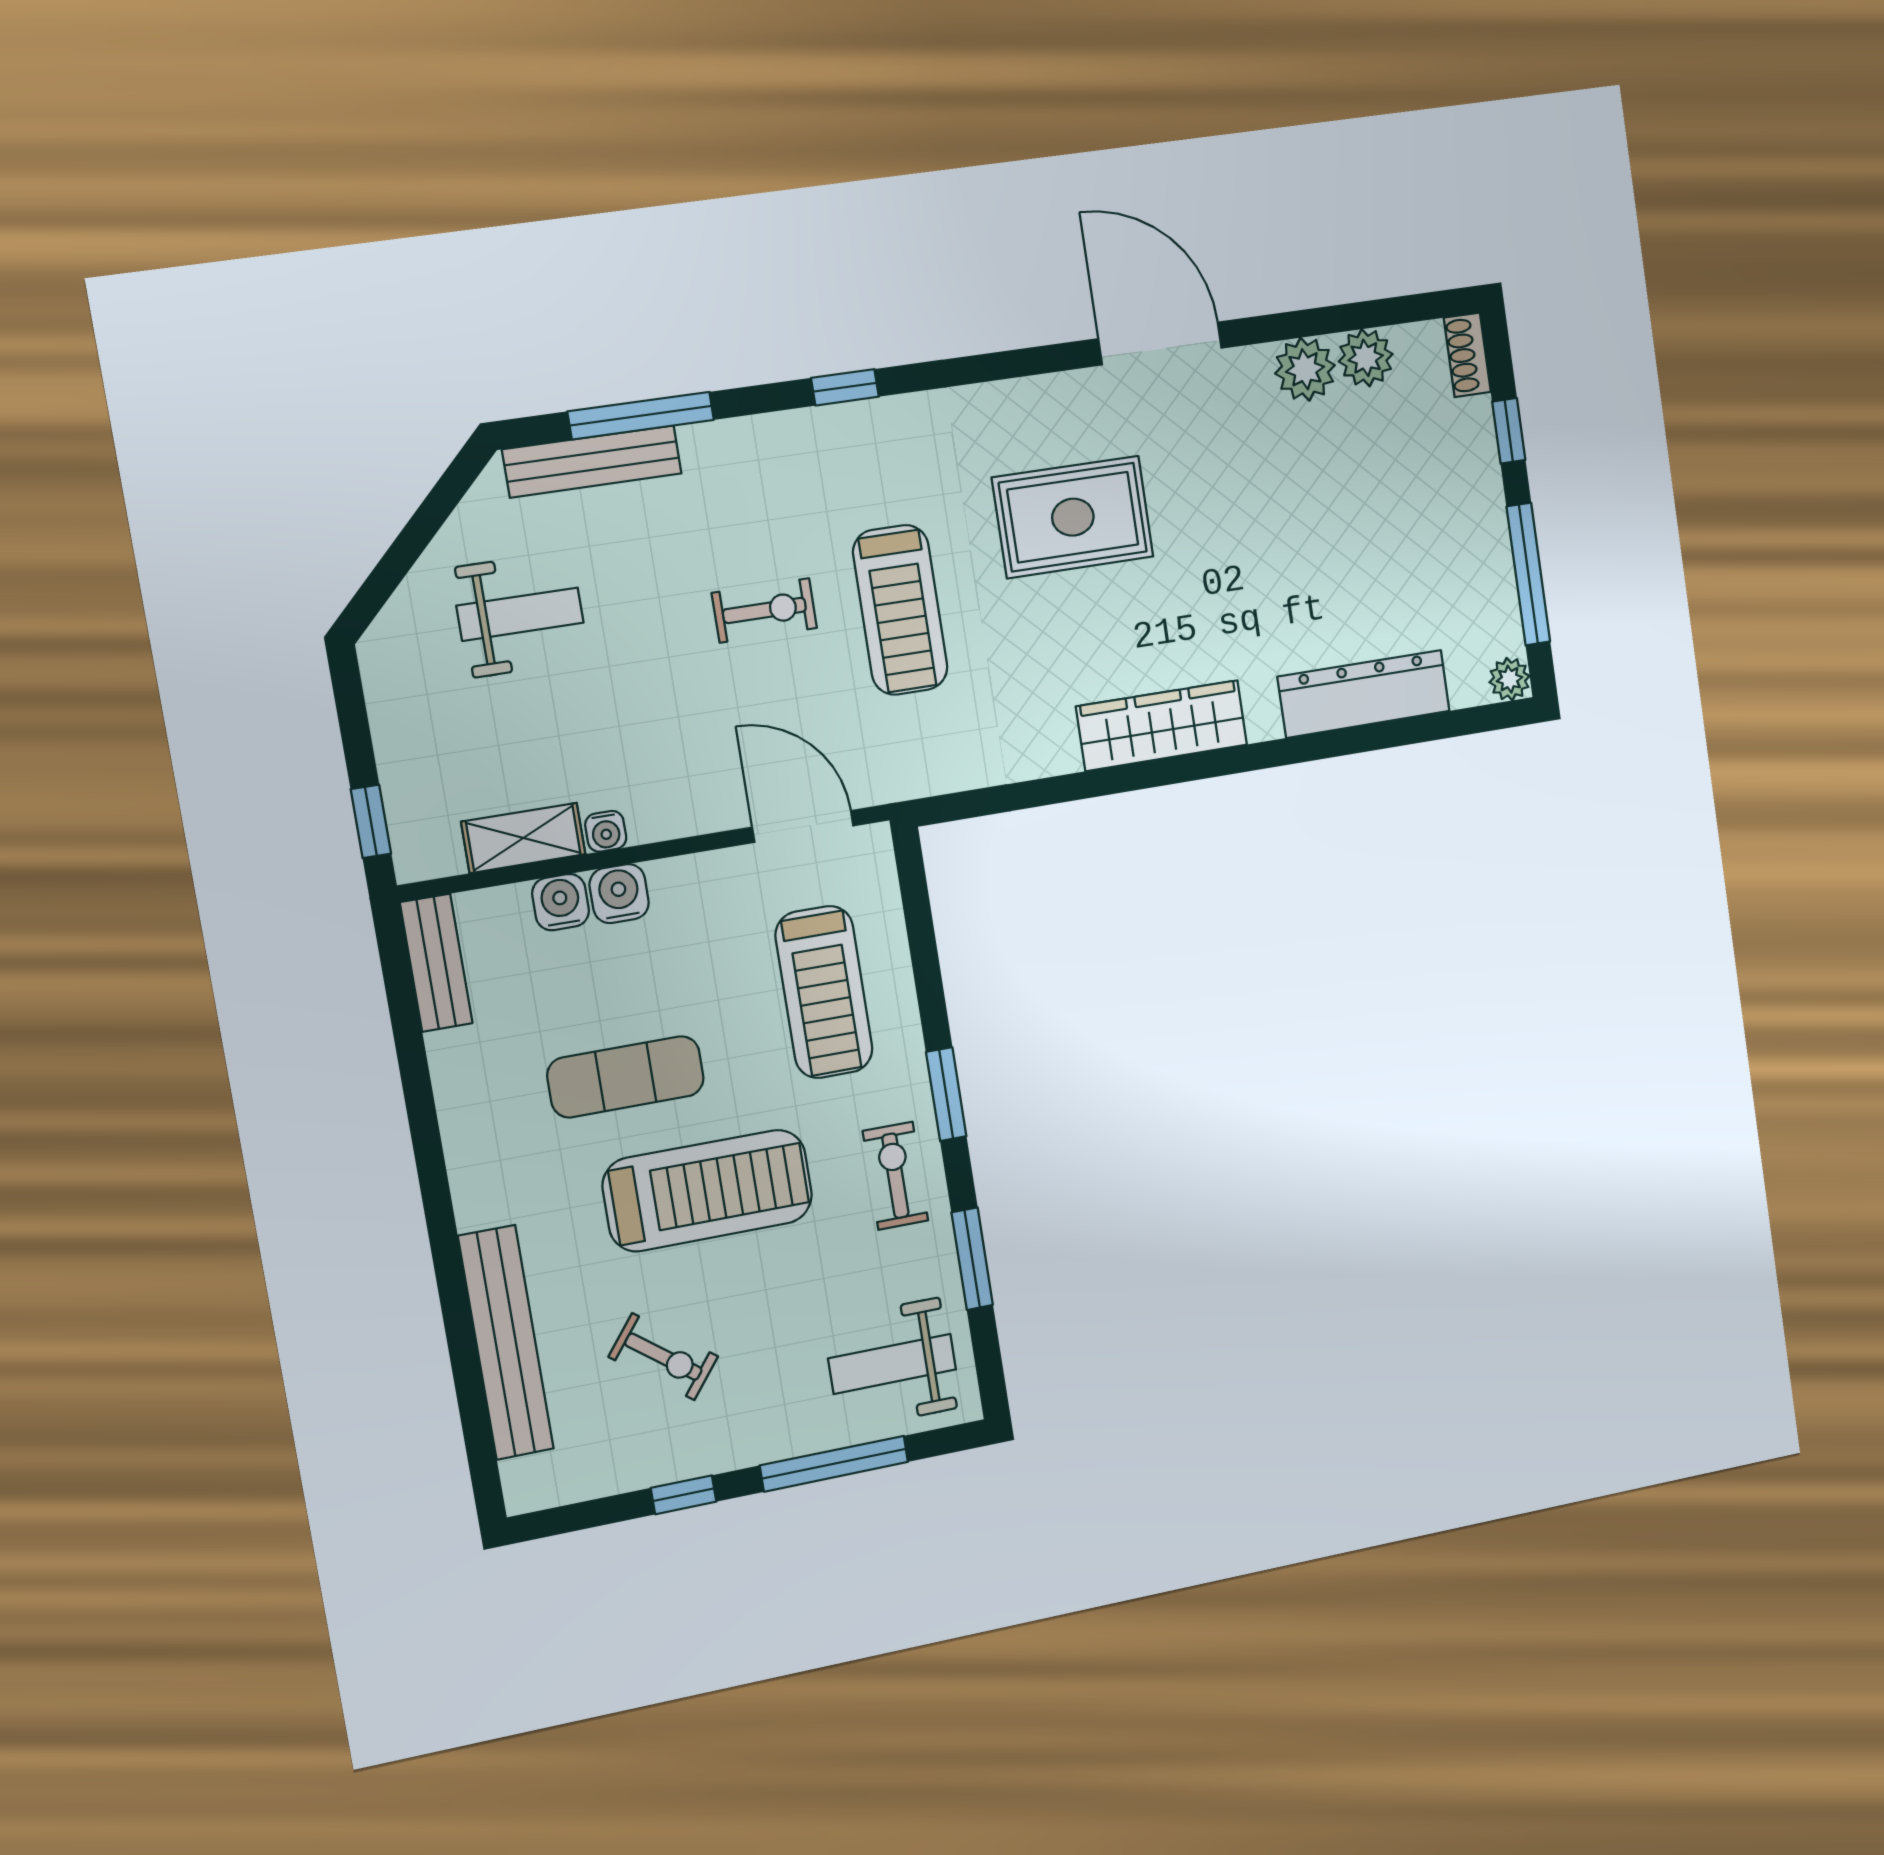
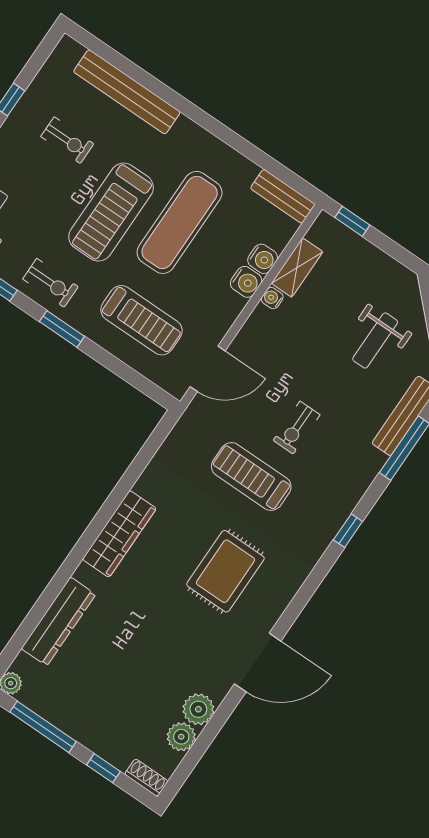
treadmill: (824, 992) -> (142, 320), turned 180
exercise mat: (626, 1077) -> (180, 222), width x1.36, depth x1.45
exercise bike: (663, 1357) -> (67, 140), turned -128

